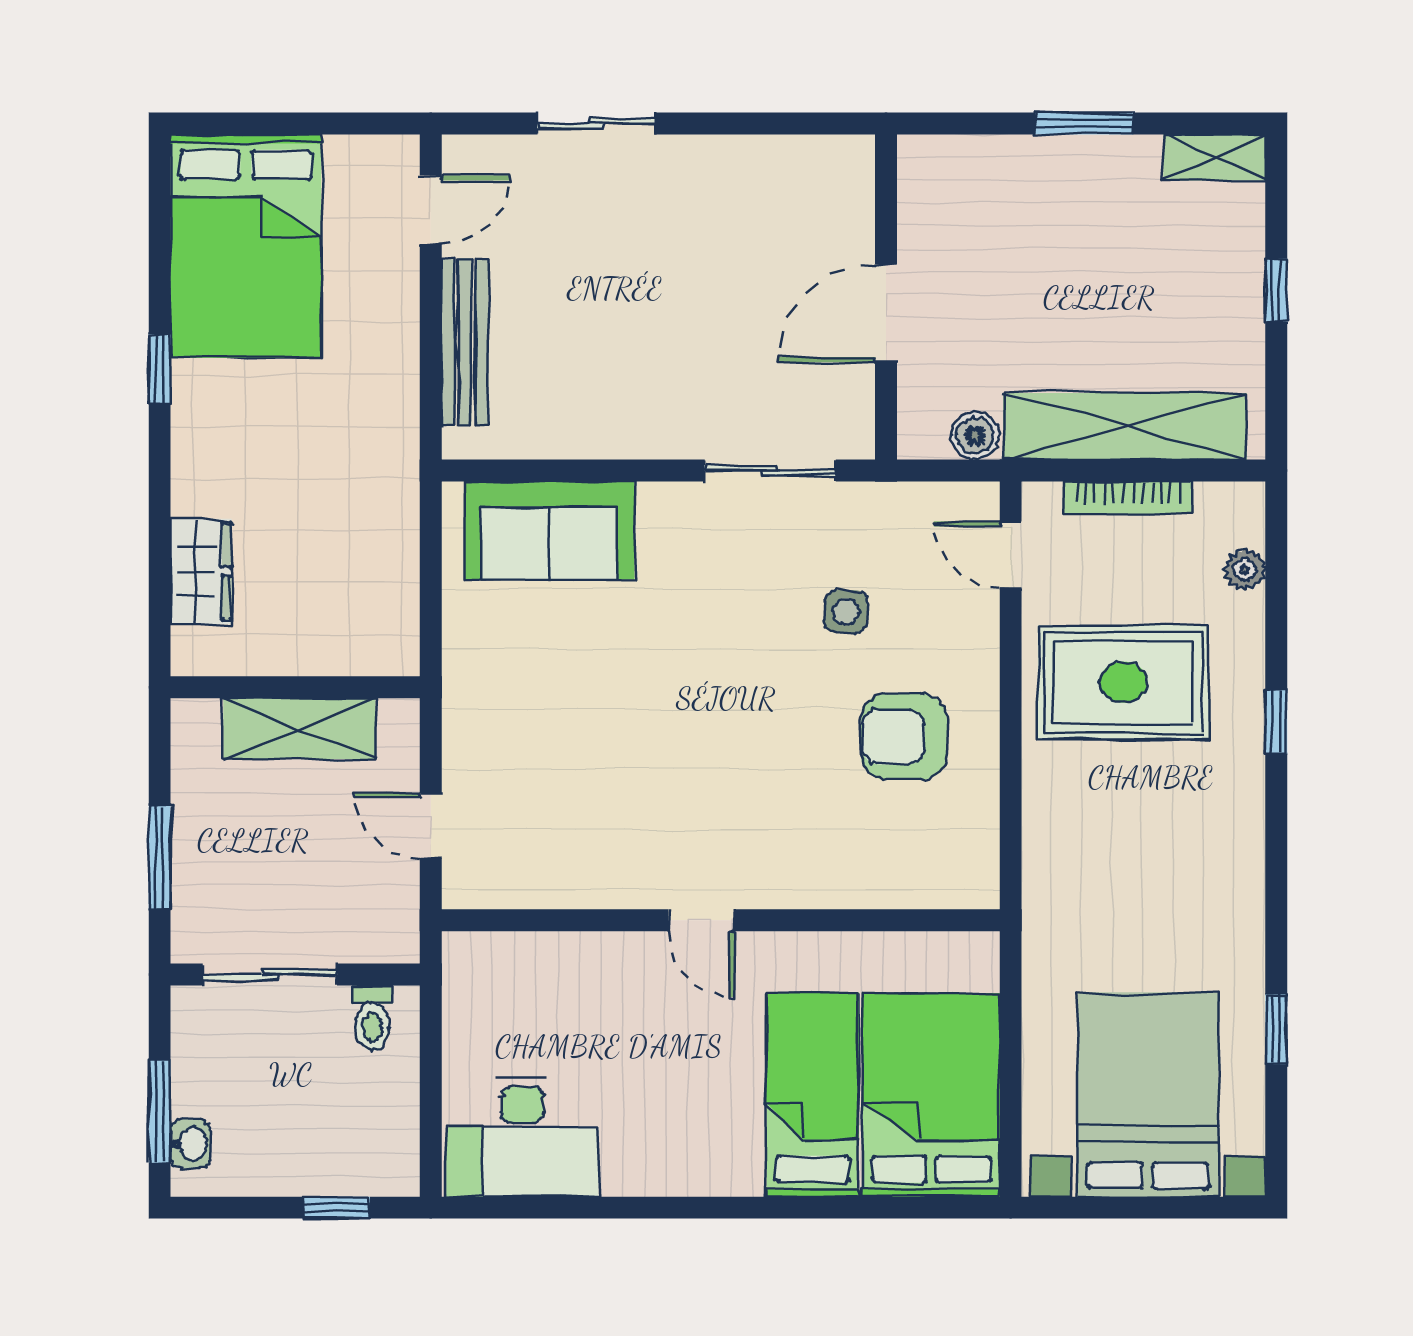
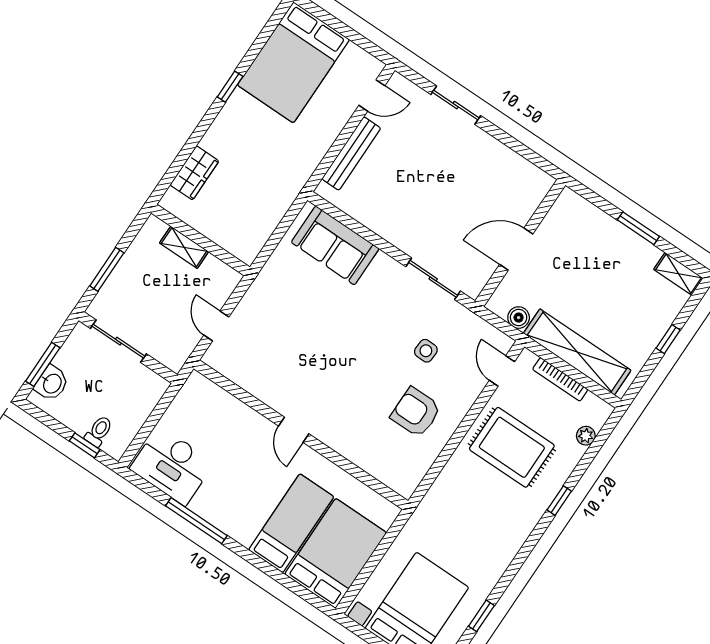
shelving: (299, 728) -> (184, 247), width x0.67, depth x0.75
toilet: (372, 1018) -> (99, 431), moved, turned 180
washbasin: (190, 1144) -> (52, 383), width x1.38, depth x1.45
window: (635, 1208) -> (196, 521), added

